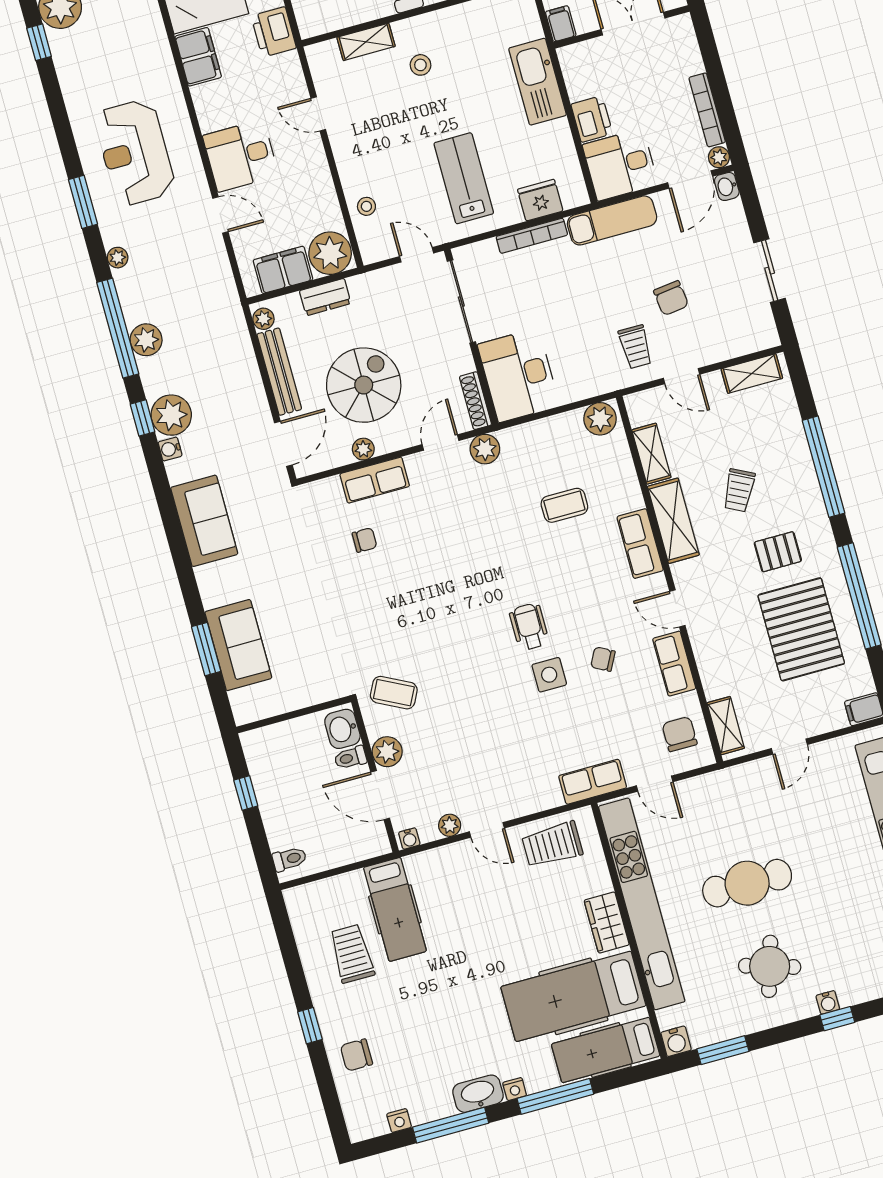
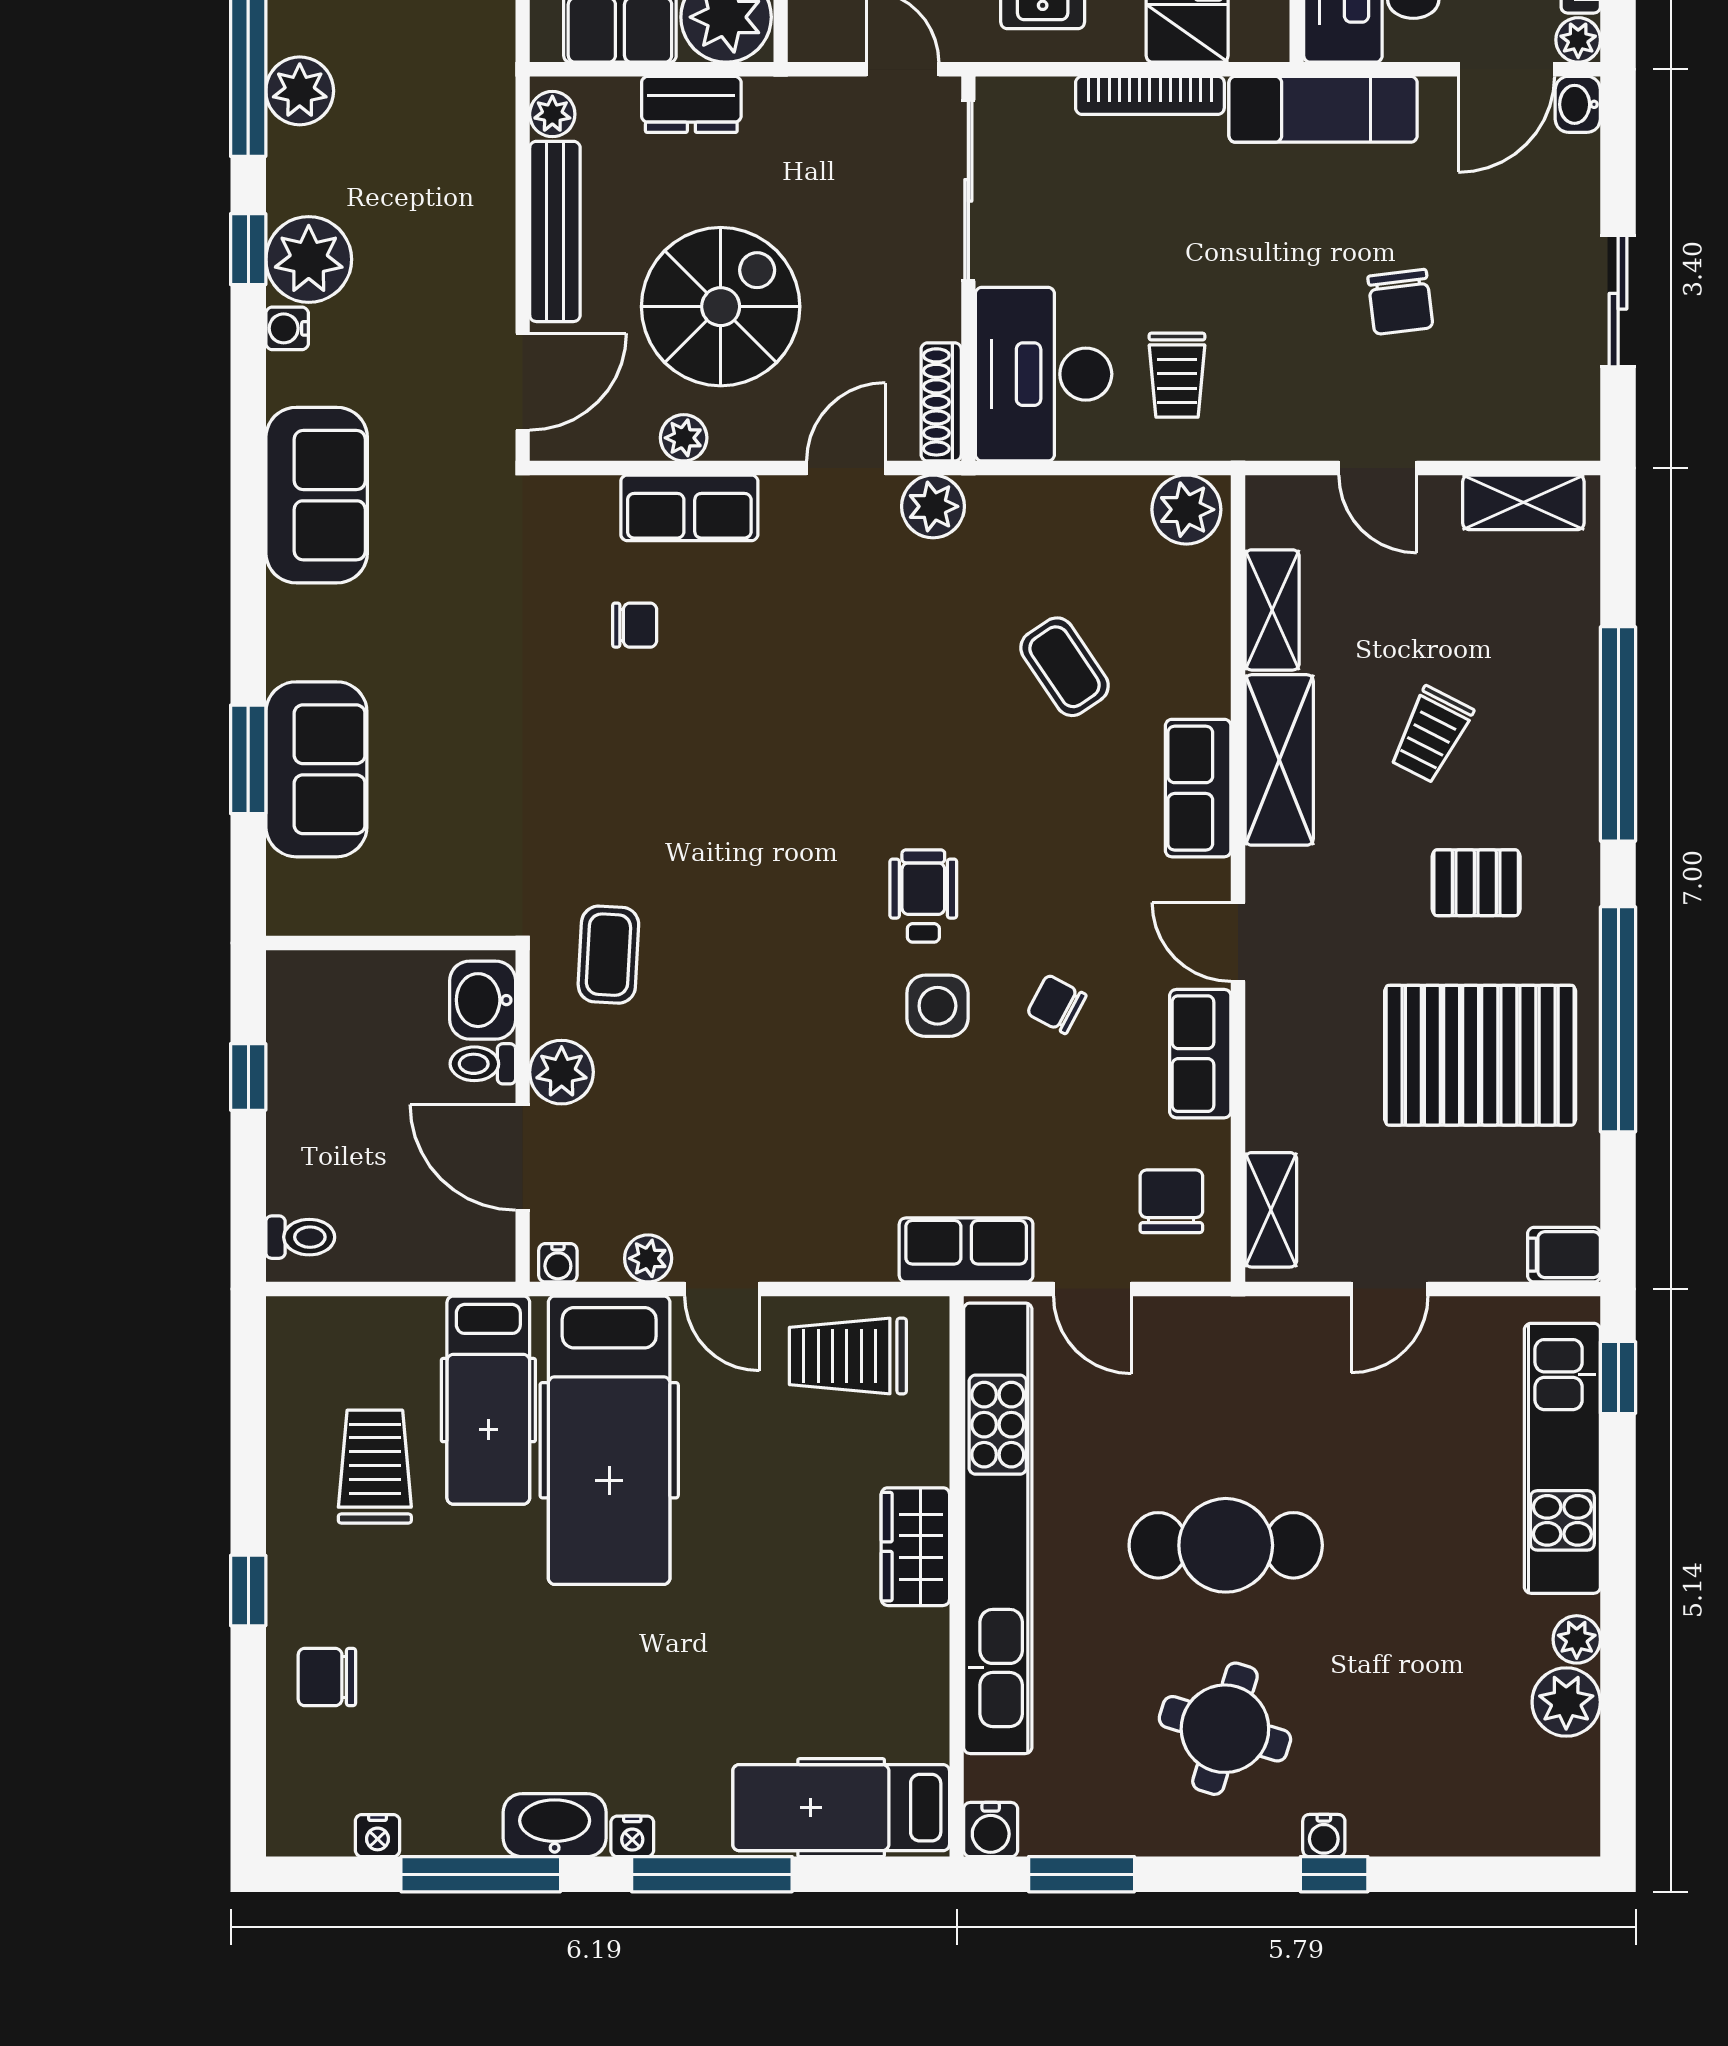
trolley: (635, 347) -> (1177, 375), moved
coffee table: (564, 505) -> (1065, 667), turned 56
pallet: (801, 629) -> (1480, 1055), turned 90
coffee table: (394, 693) -> (608, 955), turned 66
hospital bed: (573, 996) -> (609, 1440), moved, turned -90

